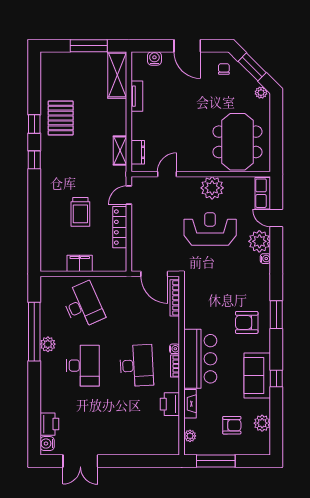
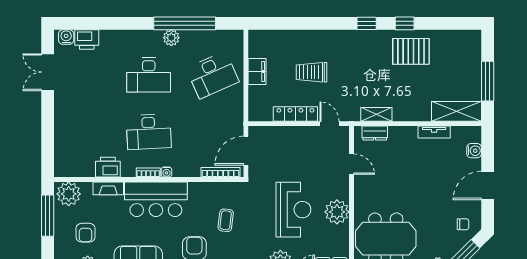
coffee table: (220, 293) -> (226, 220), added
plant: (190, 436) -> (69, 194), width x1.87, depth x1.87

